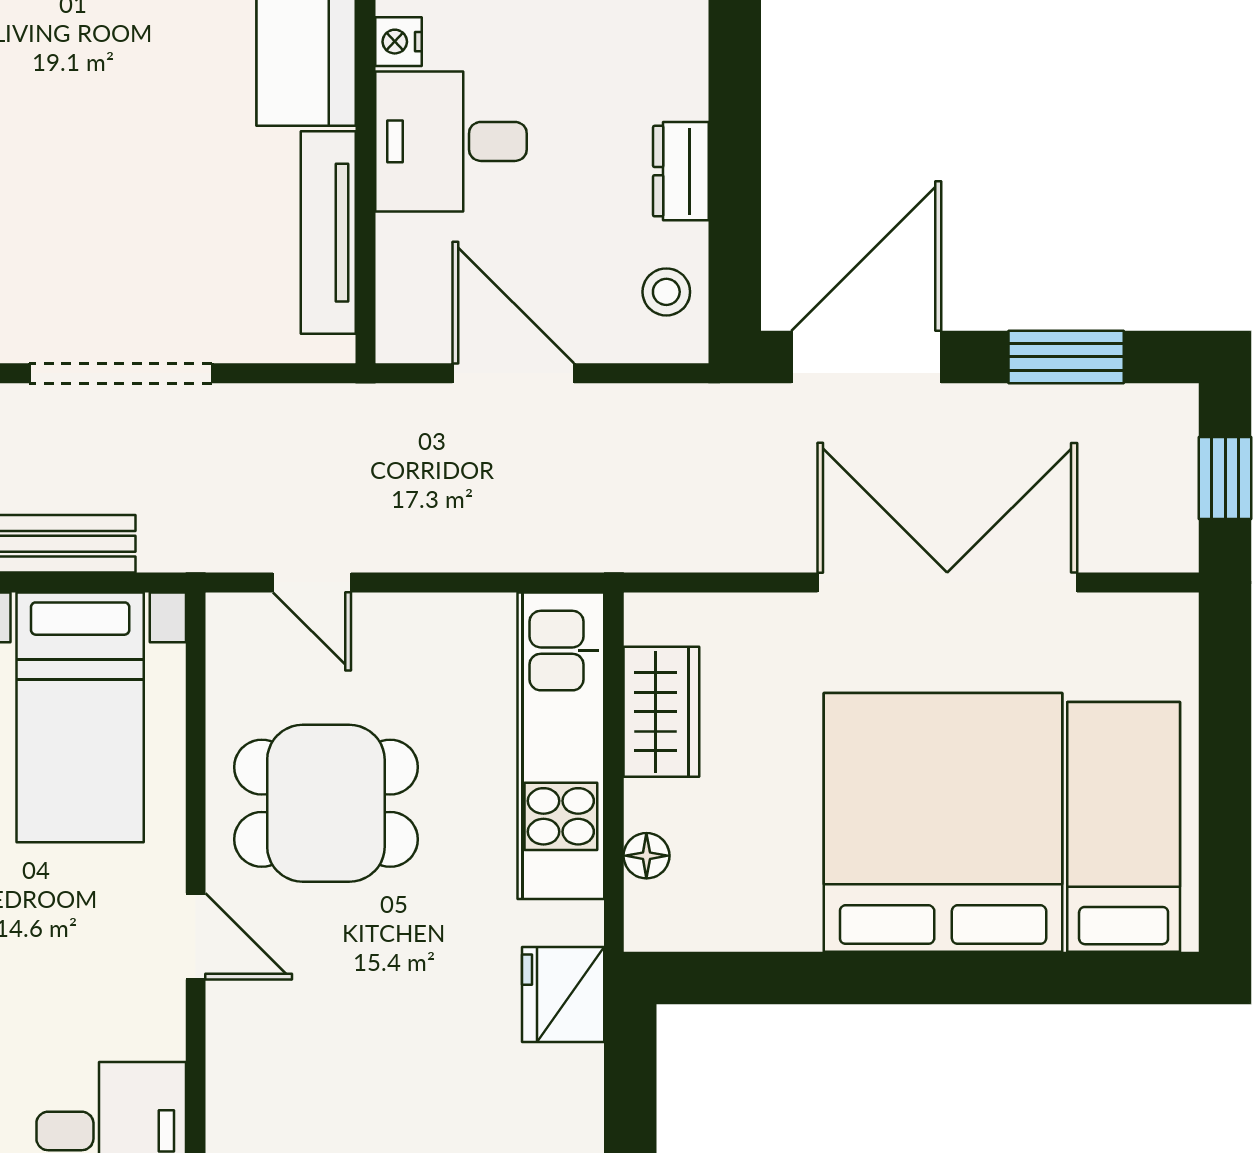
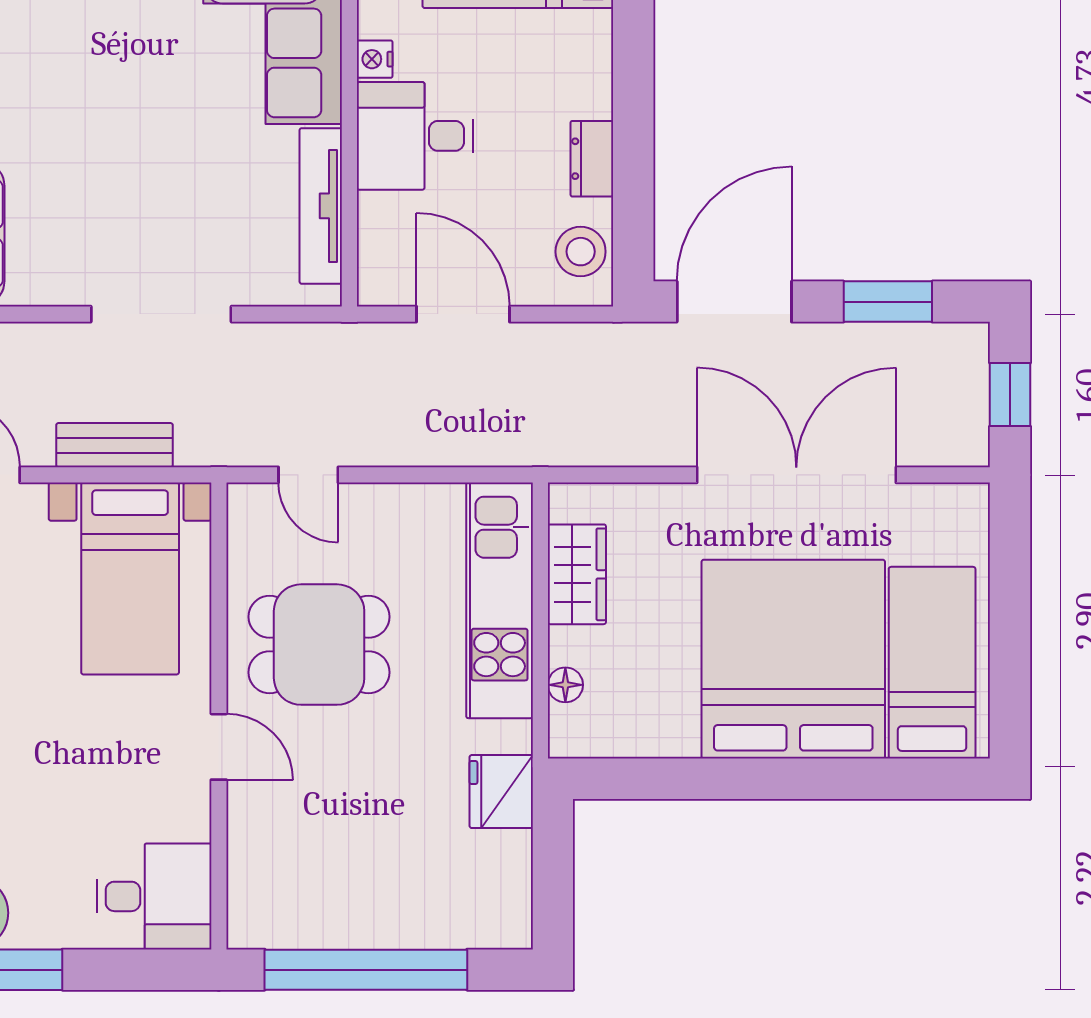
stool: (666, 292) -> (581, 252), width x1.37, depth x1.37

